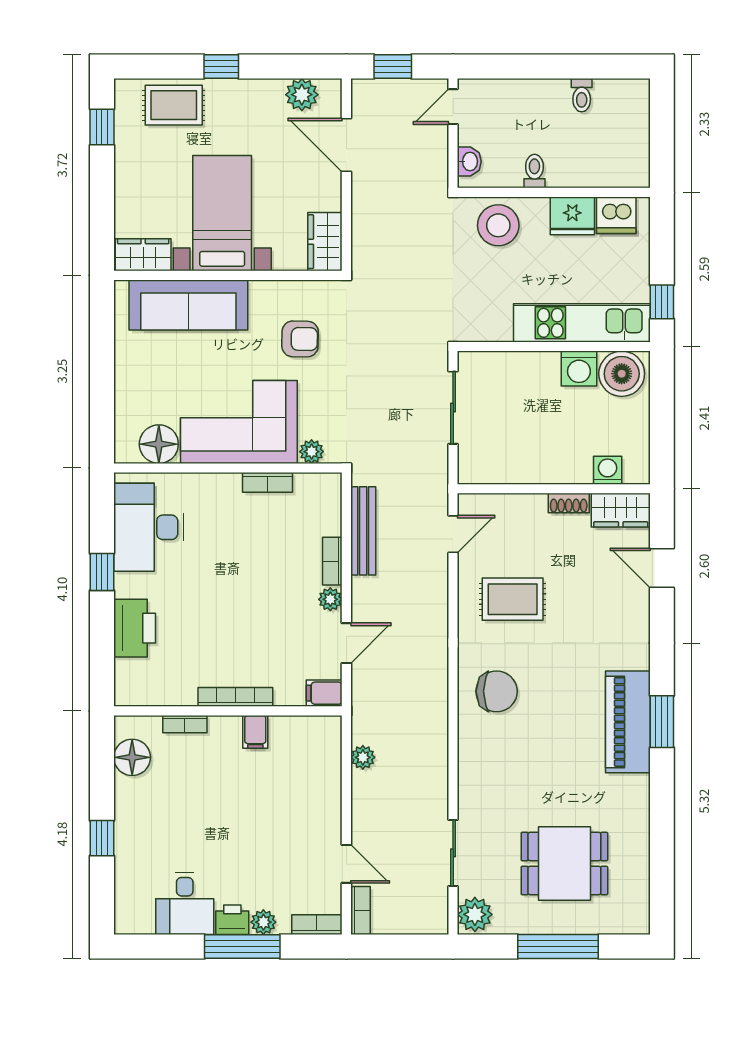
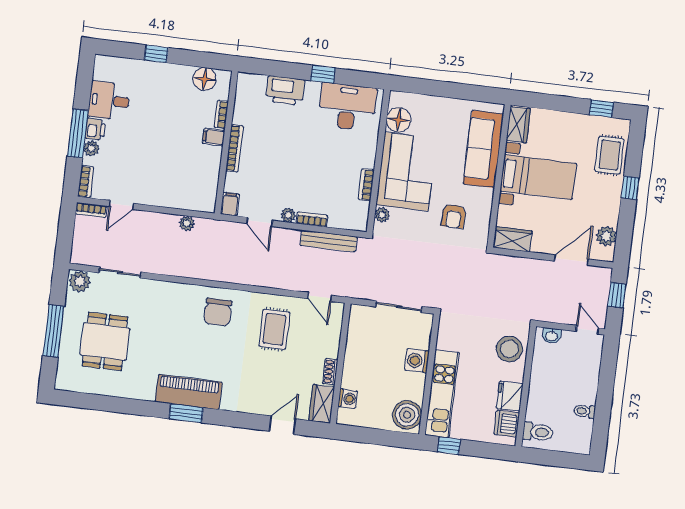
toilet: (534, 171) -> (538, 432), moved, width x1.37, depth x1.39
washing machine: (579, 369) -> (417, 361), moved
filing cabinet: (255, 732) -> (214, 137), moved

